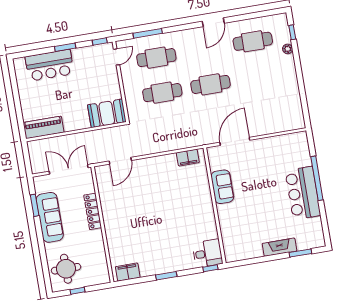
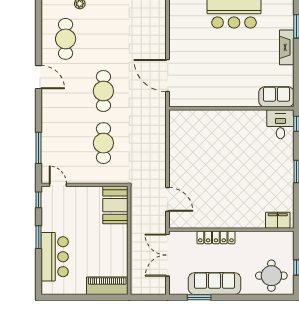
cafe table: (156, 58) -> (66, 143), removed
piano: (44, 127) -> (107, 286), moved, turned 90
filing cabinet: (188, 158) -> (176, 128), removed
sofa: (222, 187) -> (276, 97), moved
filing cabinet: (128, 272) -> (278, 220), moved, turned 90

